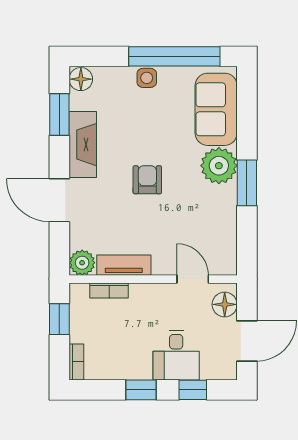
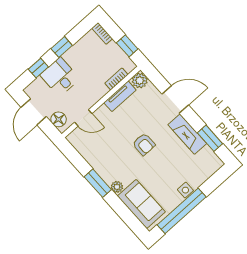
floor lamp: (81, 79) -> (215, 163), removed
plant: (219, 166) -> (117, 187), width x0.53, depth x0.53

